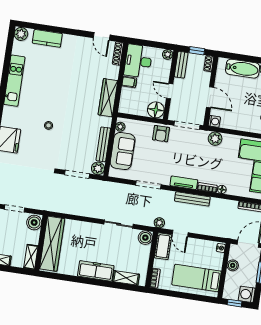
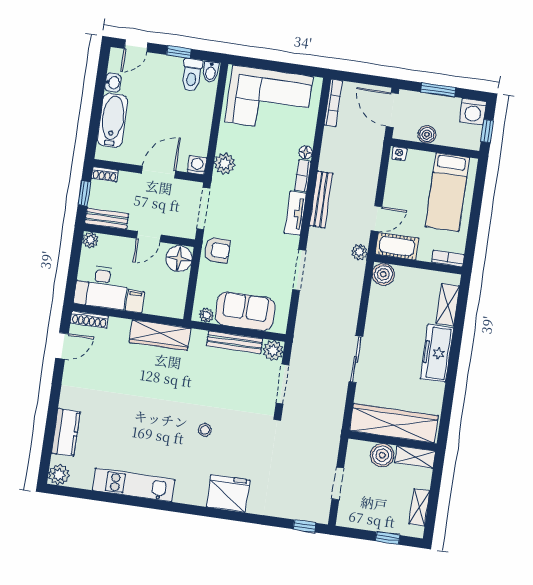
boiler: (34, 223) -> (382, 455), moved
sliding door: (119, 224) -> (356, 359), moved

